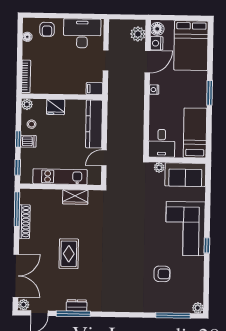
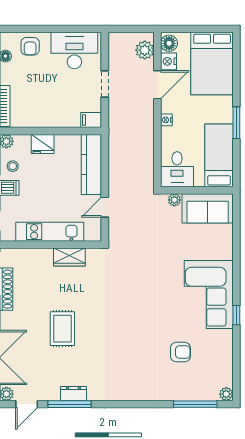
bed: (195, 133) -> (219, 155), moved
desk: (162, 143) -> (177, 169), moved
wall: (177, 160) -> (197, 190), moved
plant: (159, 168) -> (174, 200), moved
sofa: (185, 175) -> (208, 208), moved

